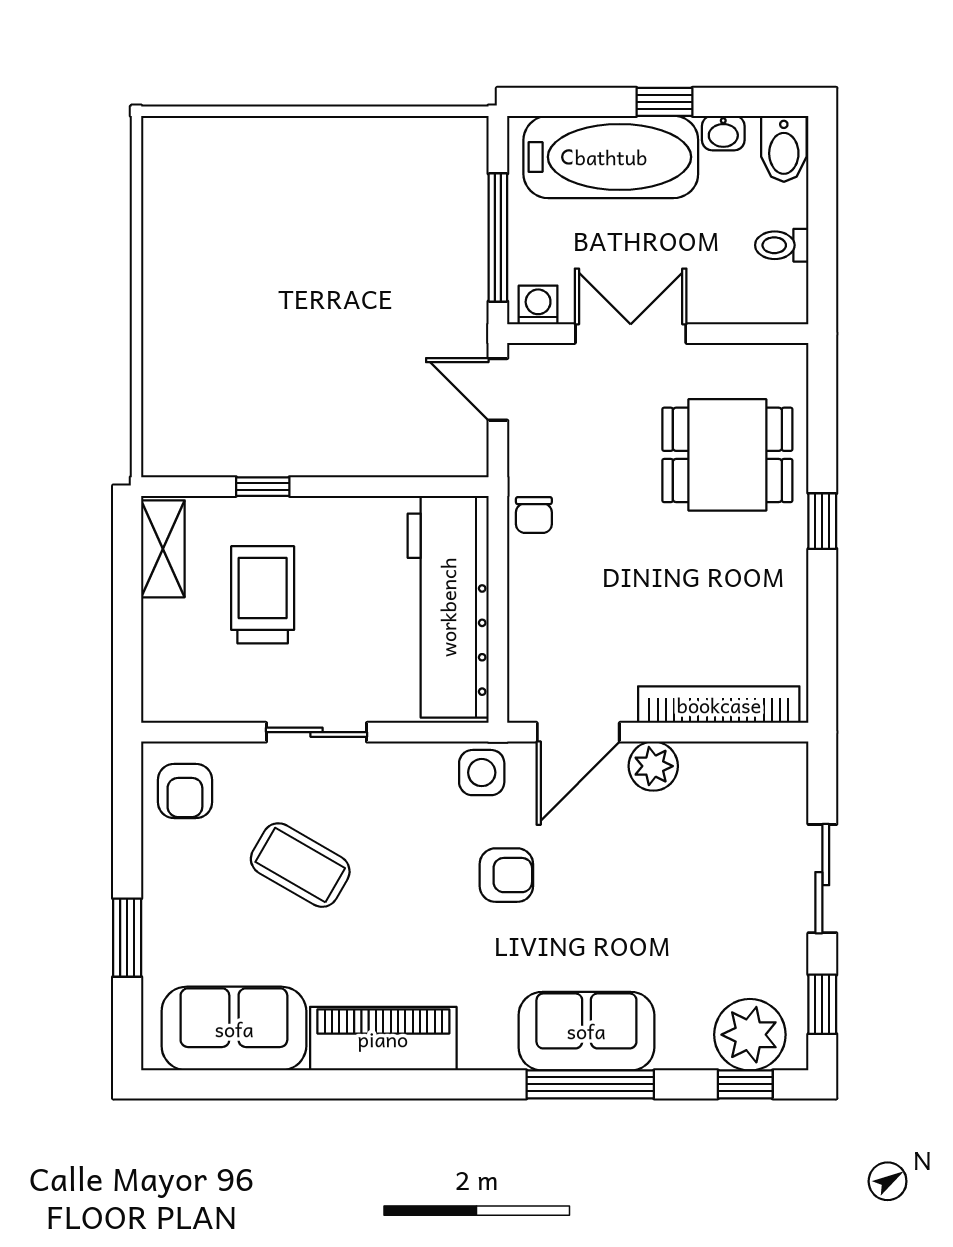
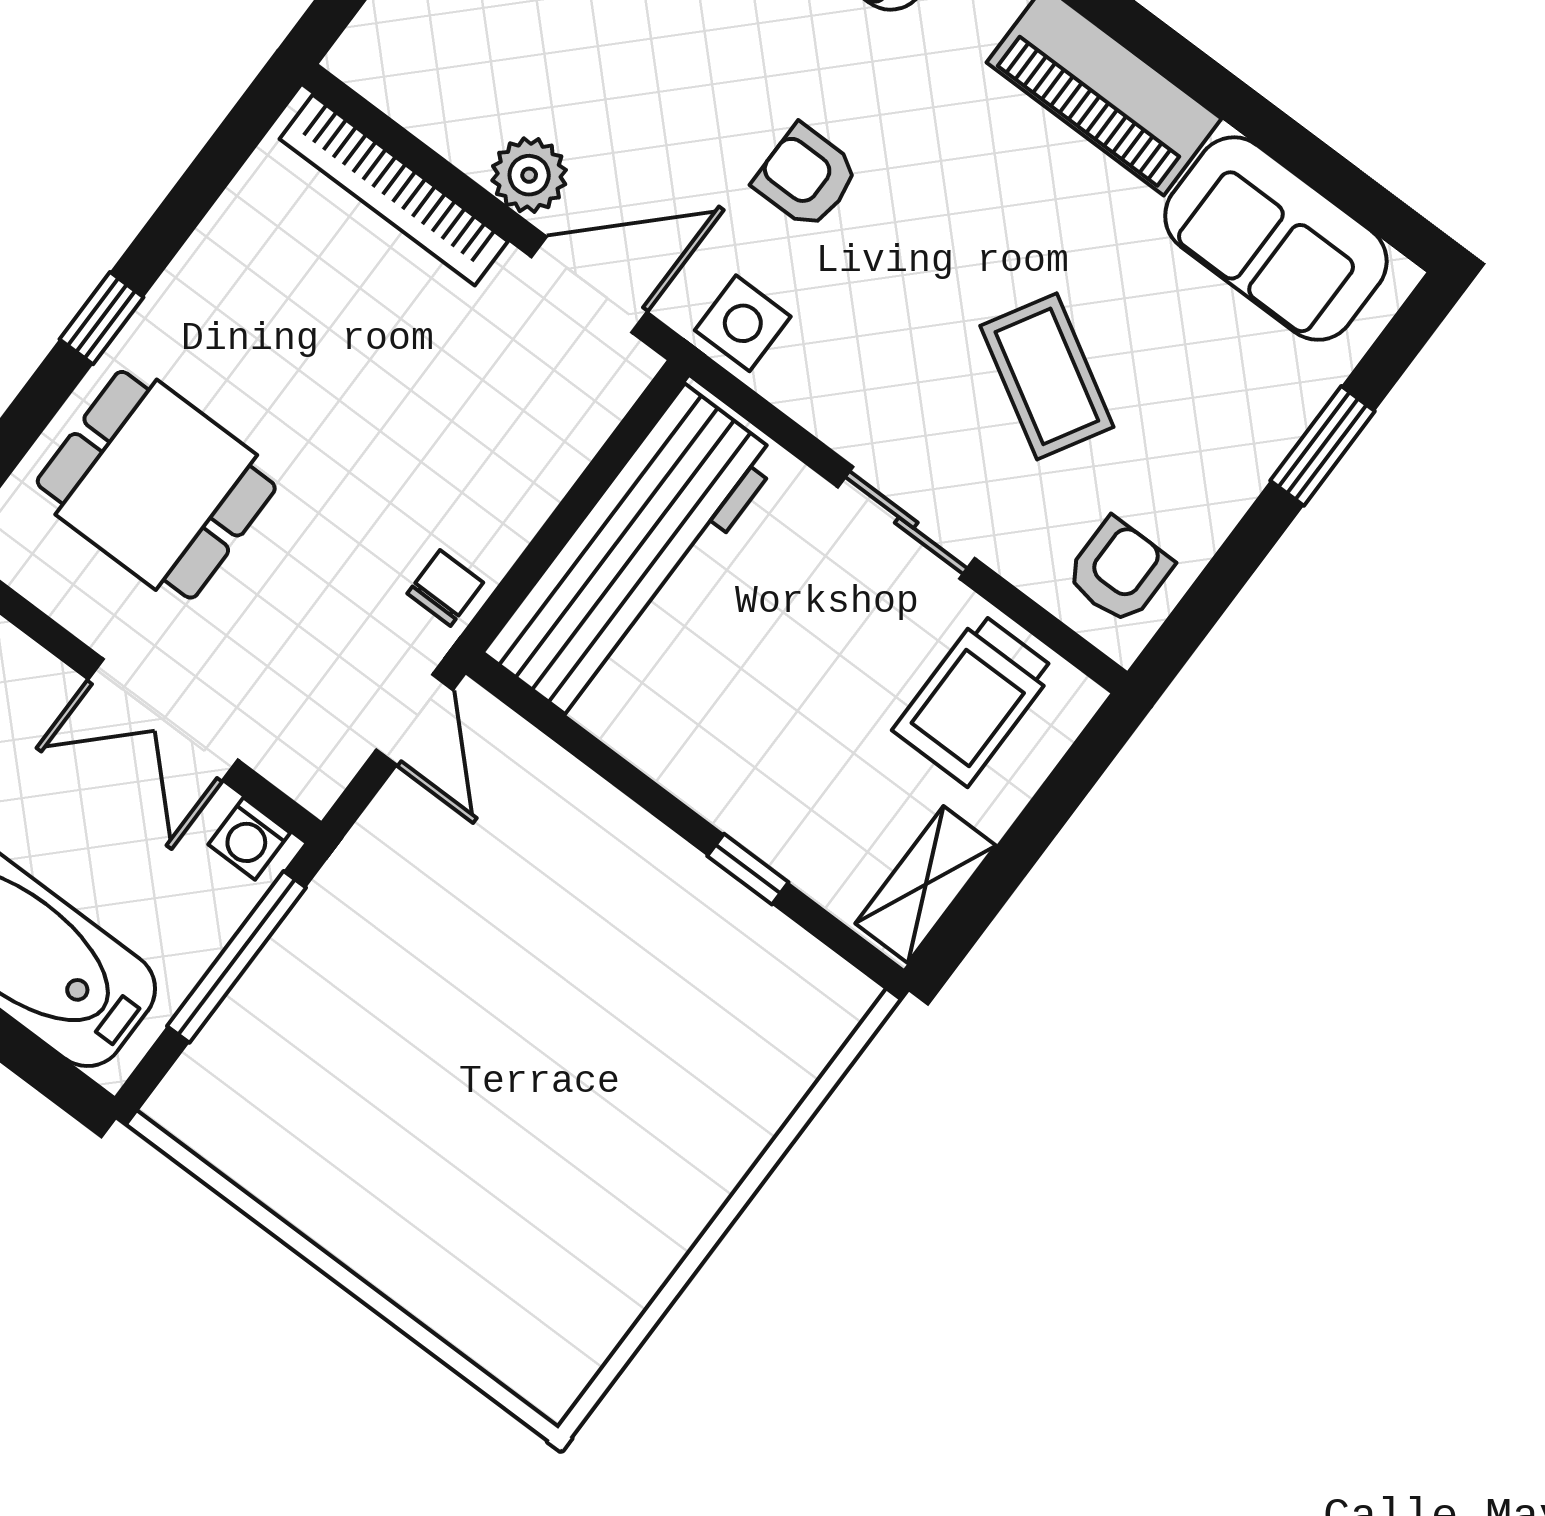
door: (498, 389) -> (414, 720), moved
trolley: (263, 595) -> (974, 700), moved

